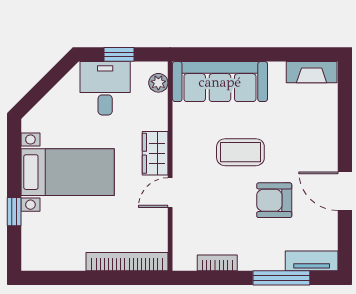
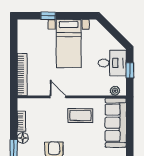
coffee table: (240, 152) -> (80, 116), moved, turned 90
wardrobe: (155, 153) -> (78, 89), removed
floor lamp: (249, 260) -> (23, 138), added

